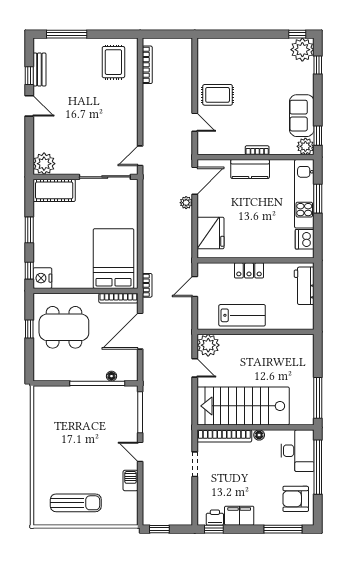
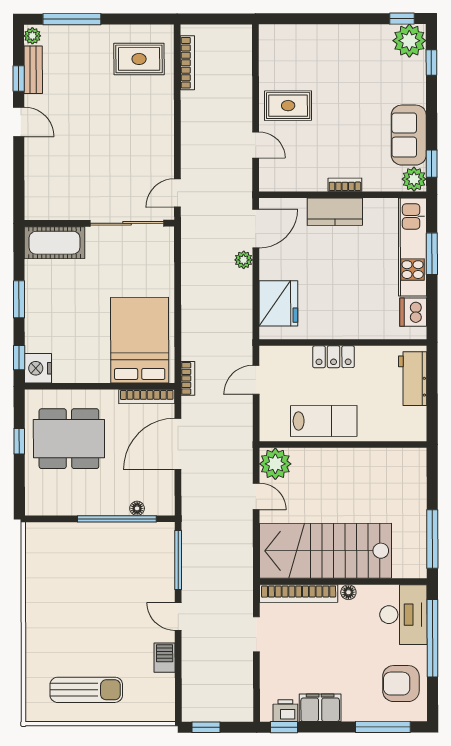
rug: (113, 62) -> (139, 59), turned 90
plant: (44, 164) -> (32, 36), moved, width x0.53, depth x0.53

